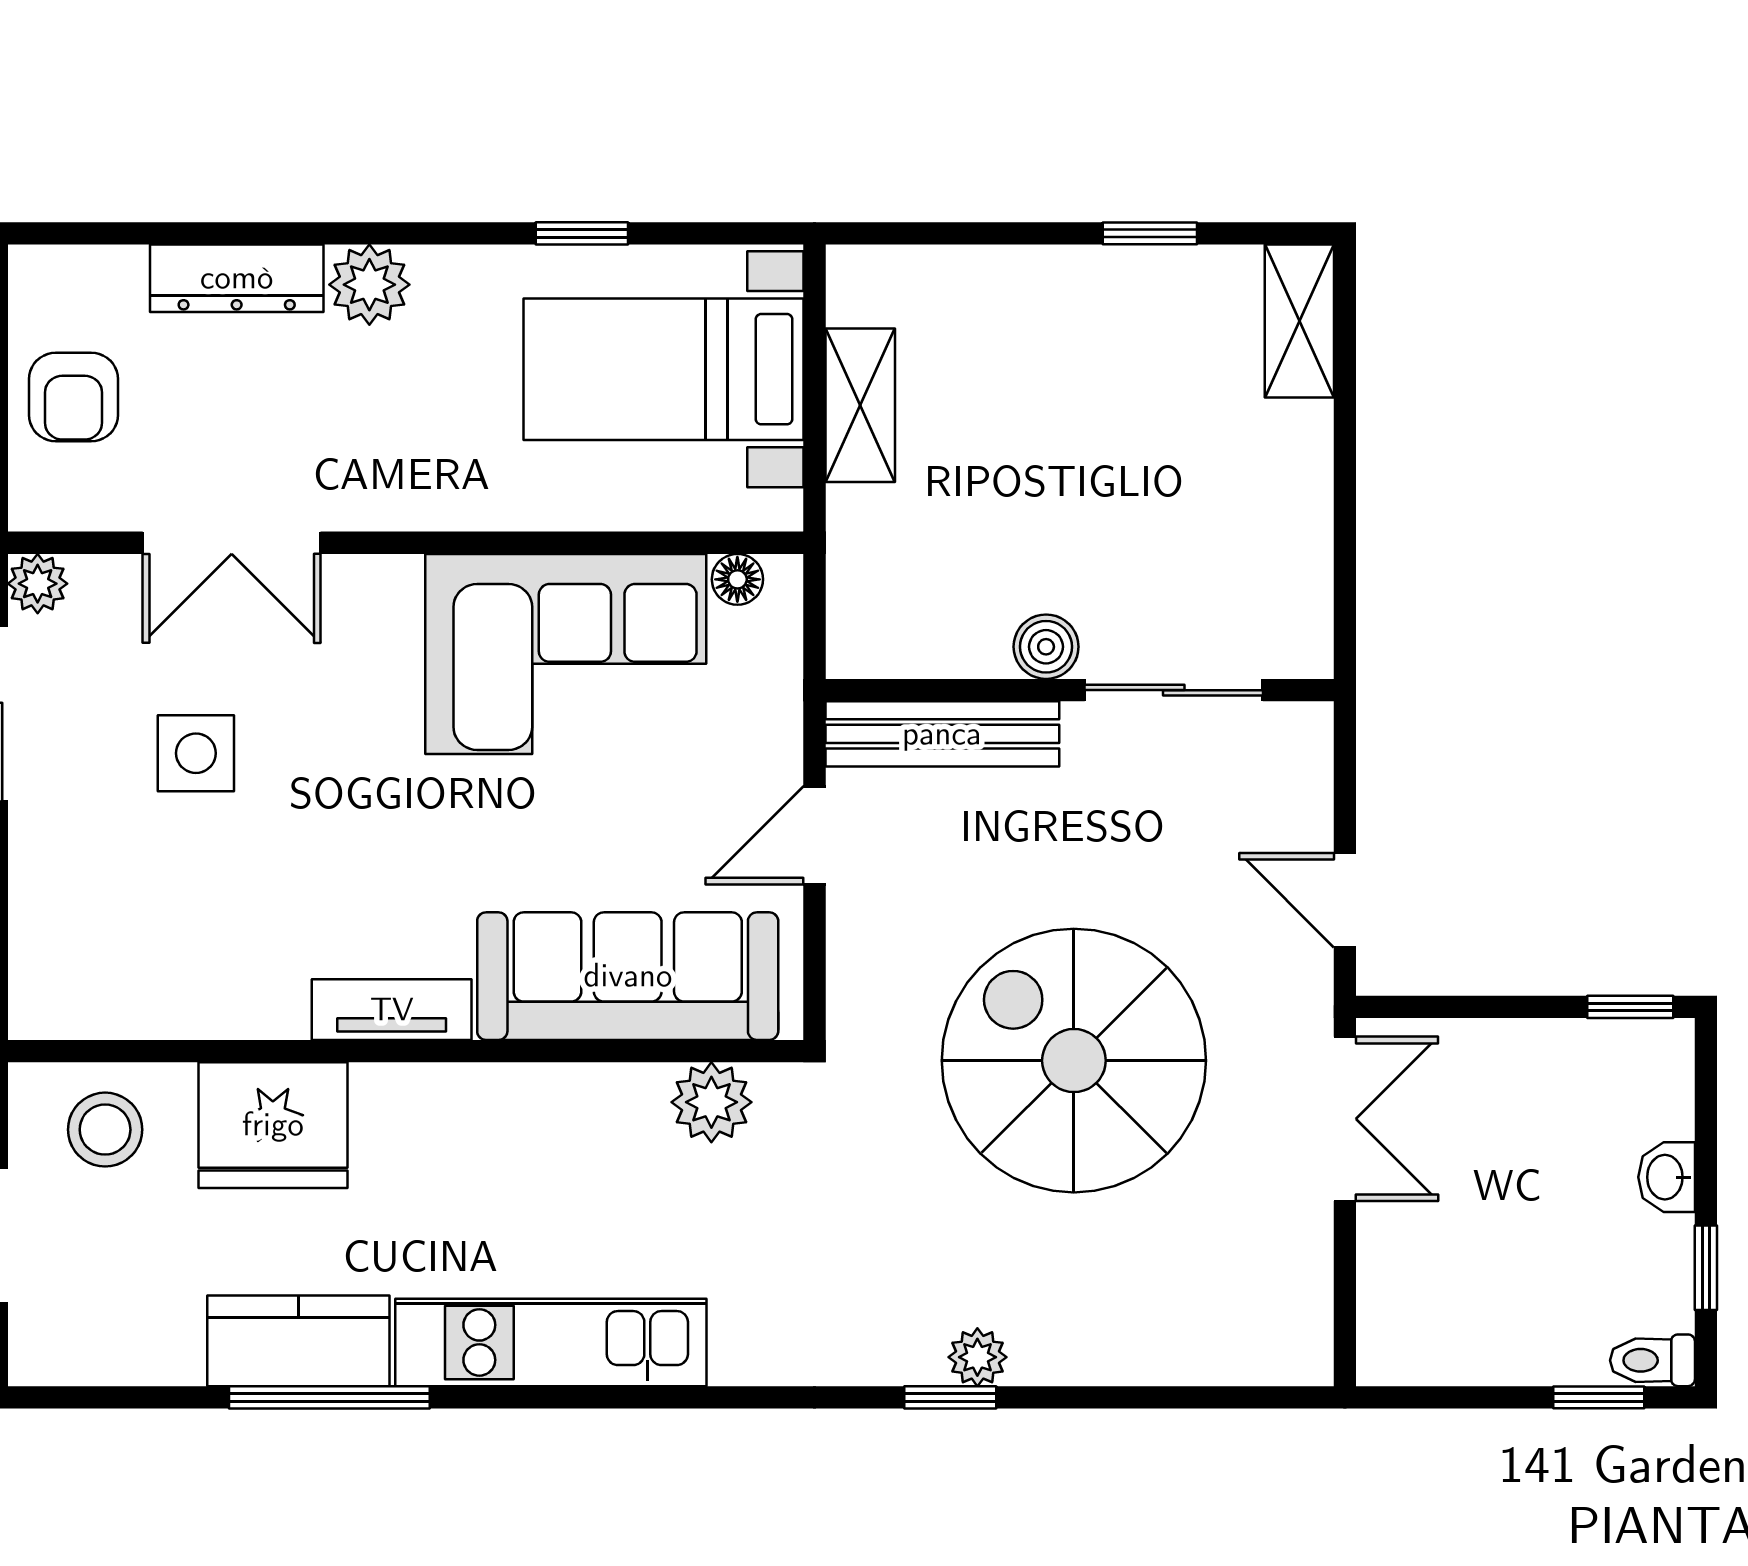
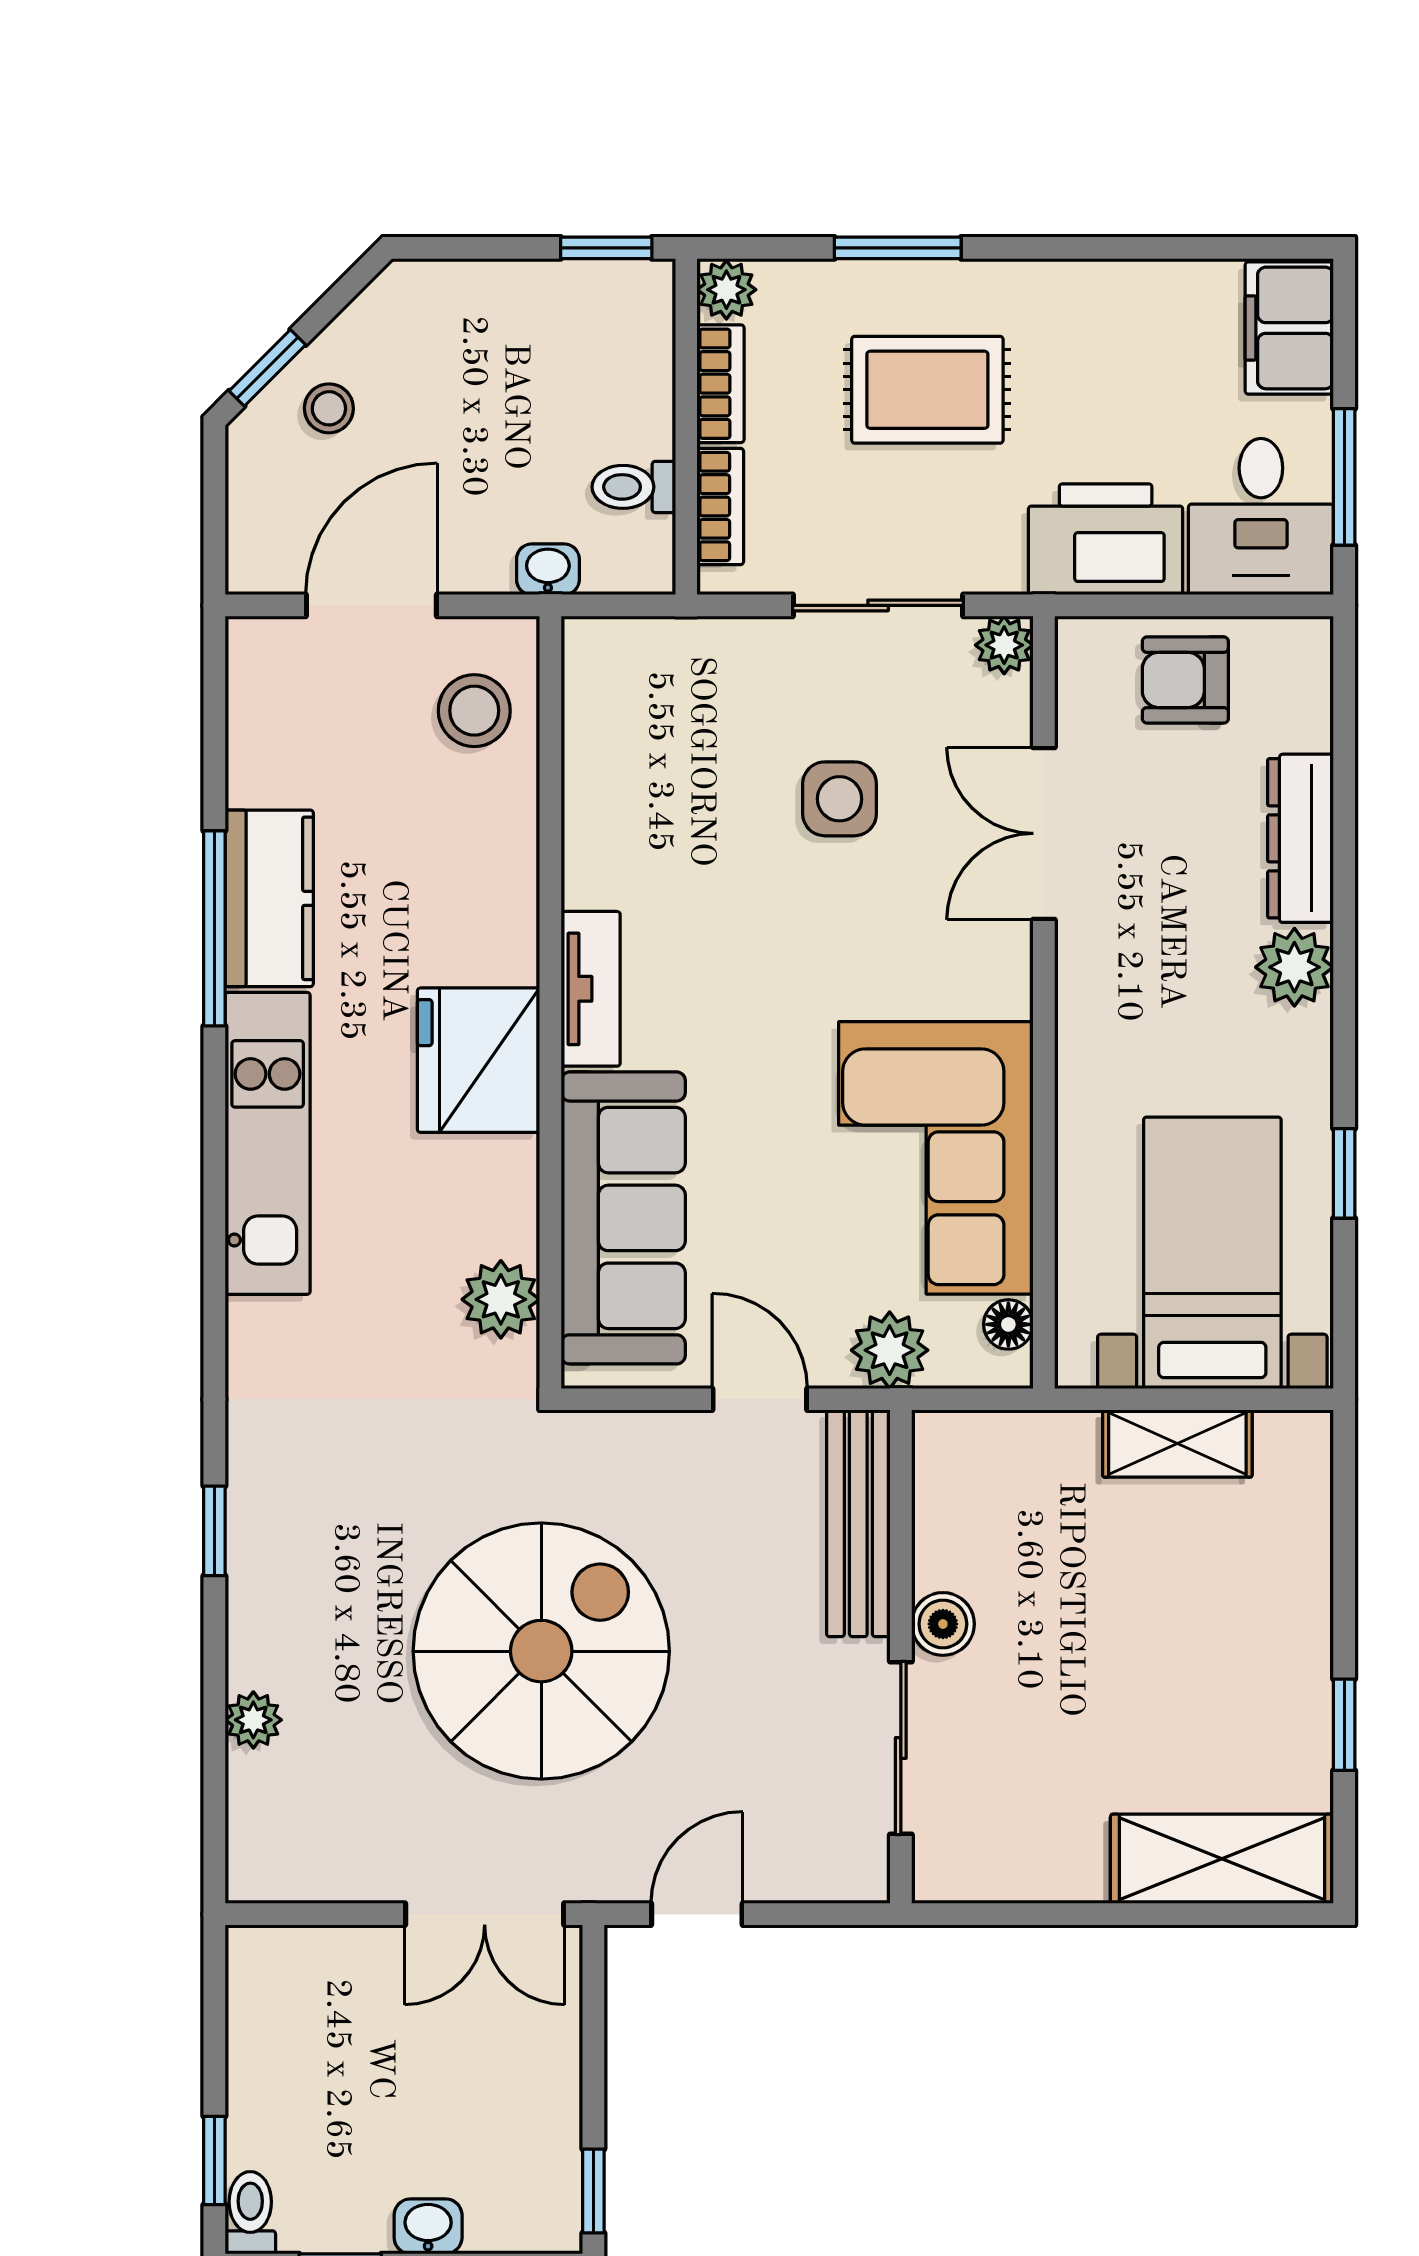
shelving: (1299, 321) -> (1222, 1859), width x1.50, depth x1.33
plant: (764, 702) -> (890, 1350), added
fridge: (273, 1125) -> (479, 1060), moved
plant: (977, 1357) -> (253, 1720), moved

